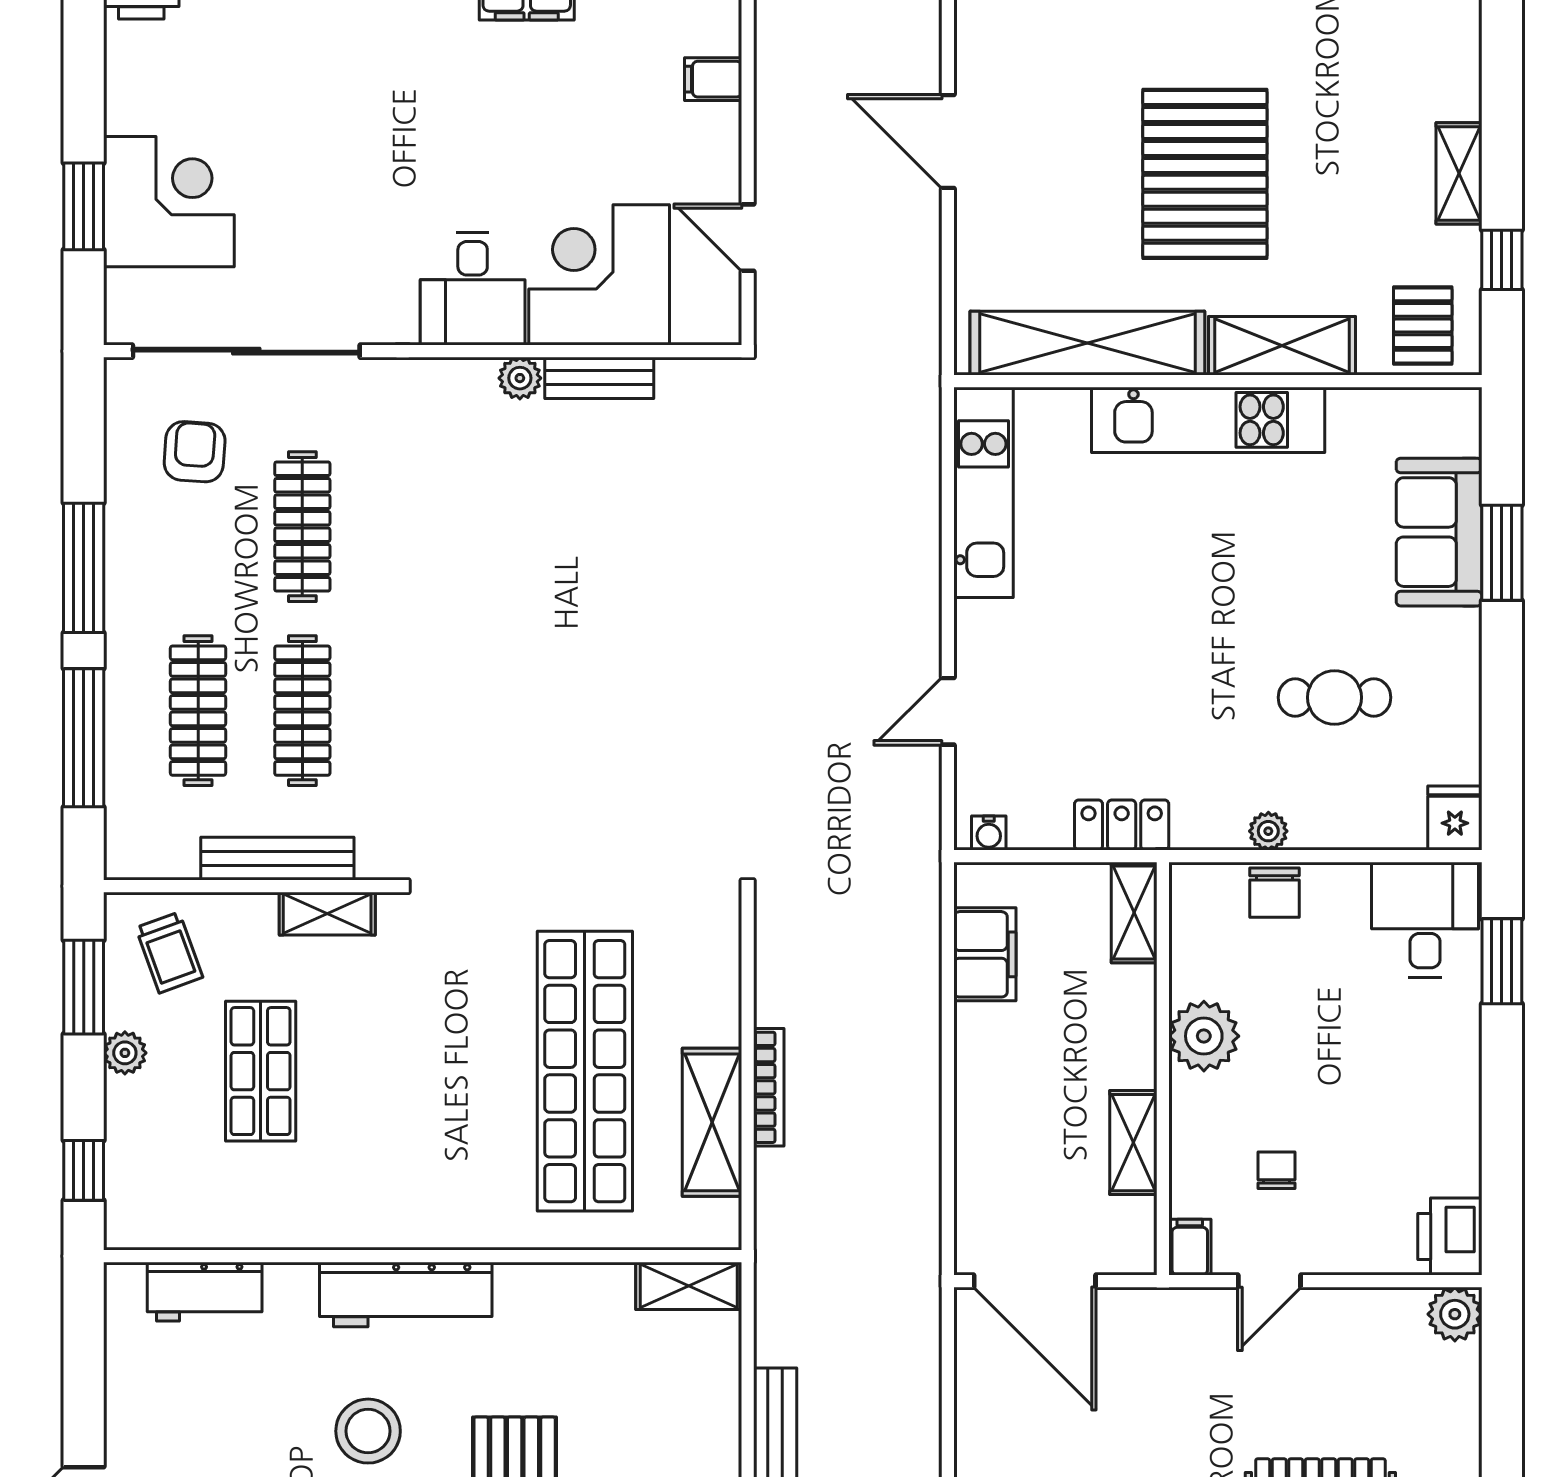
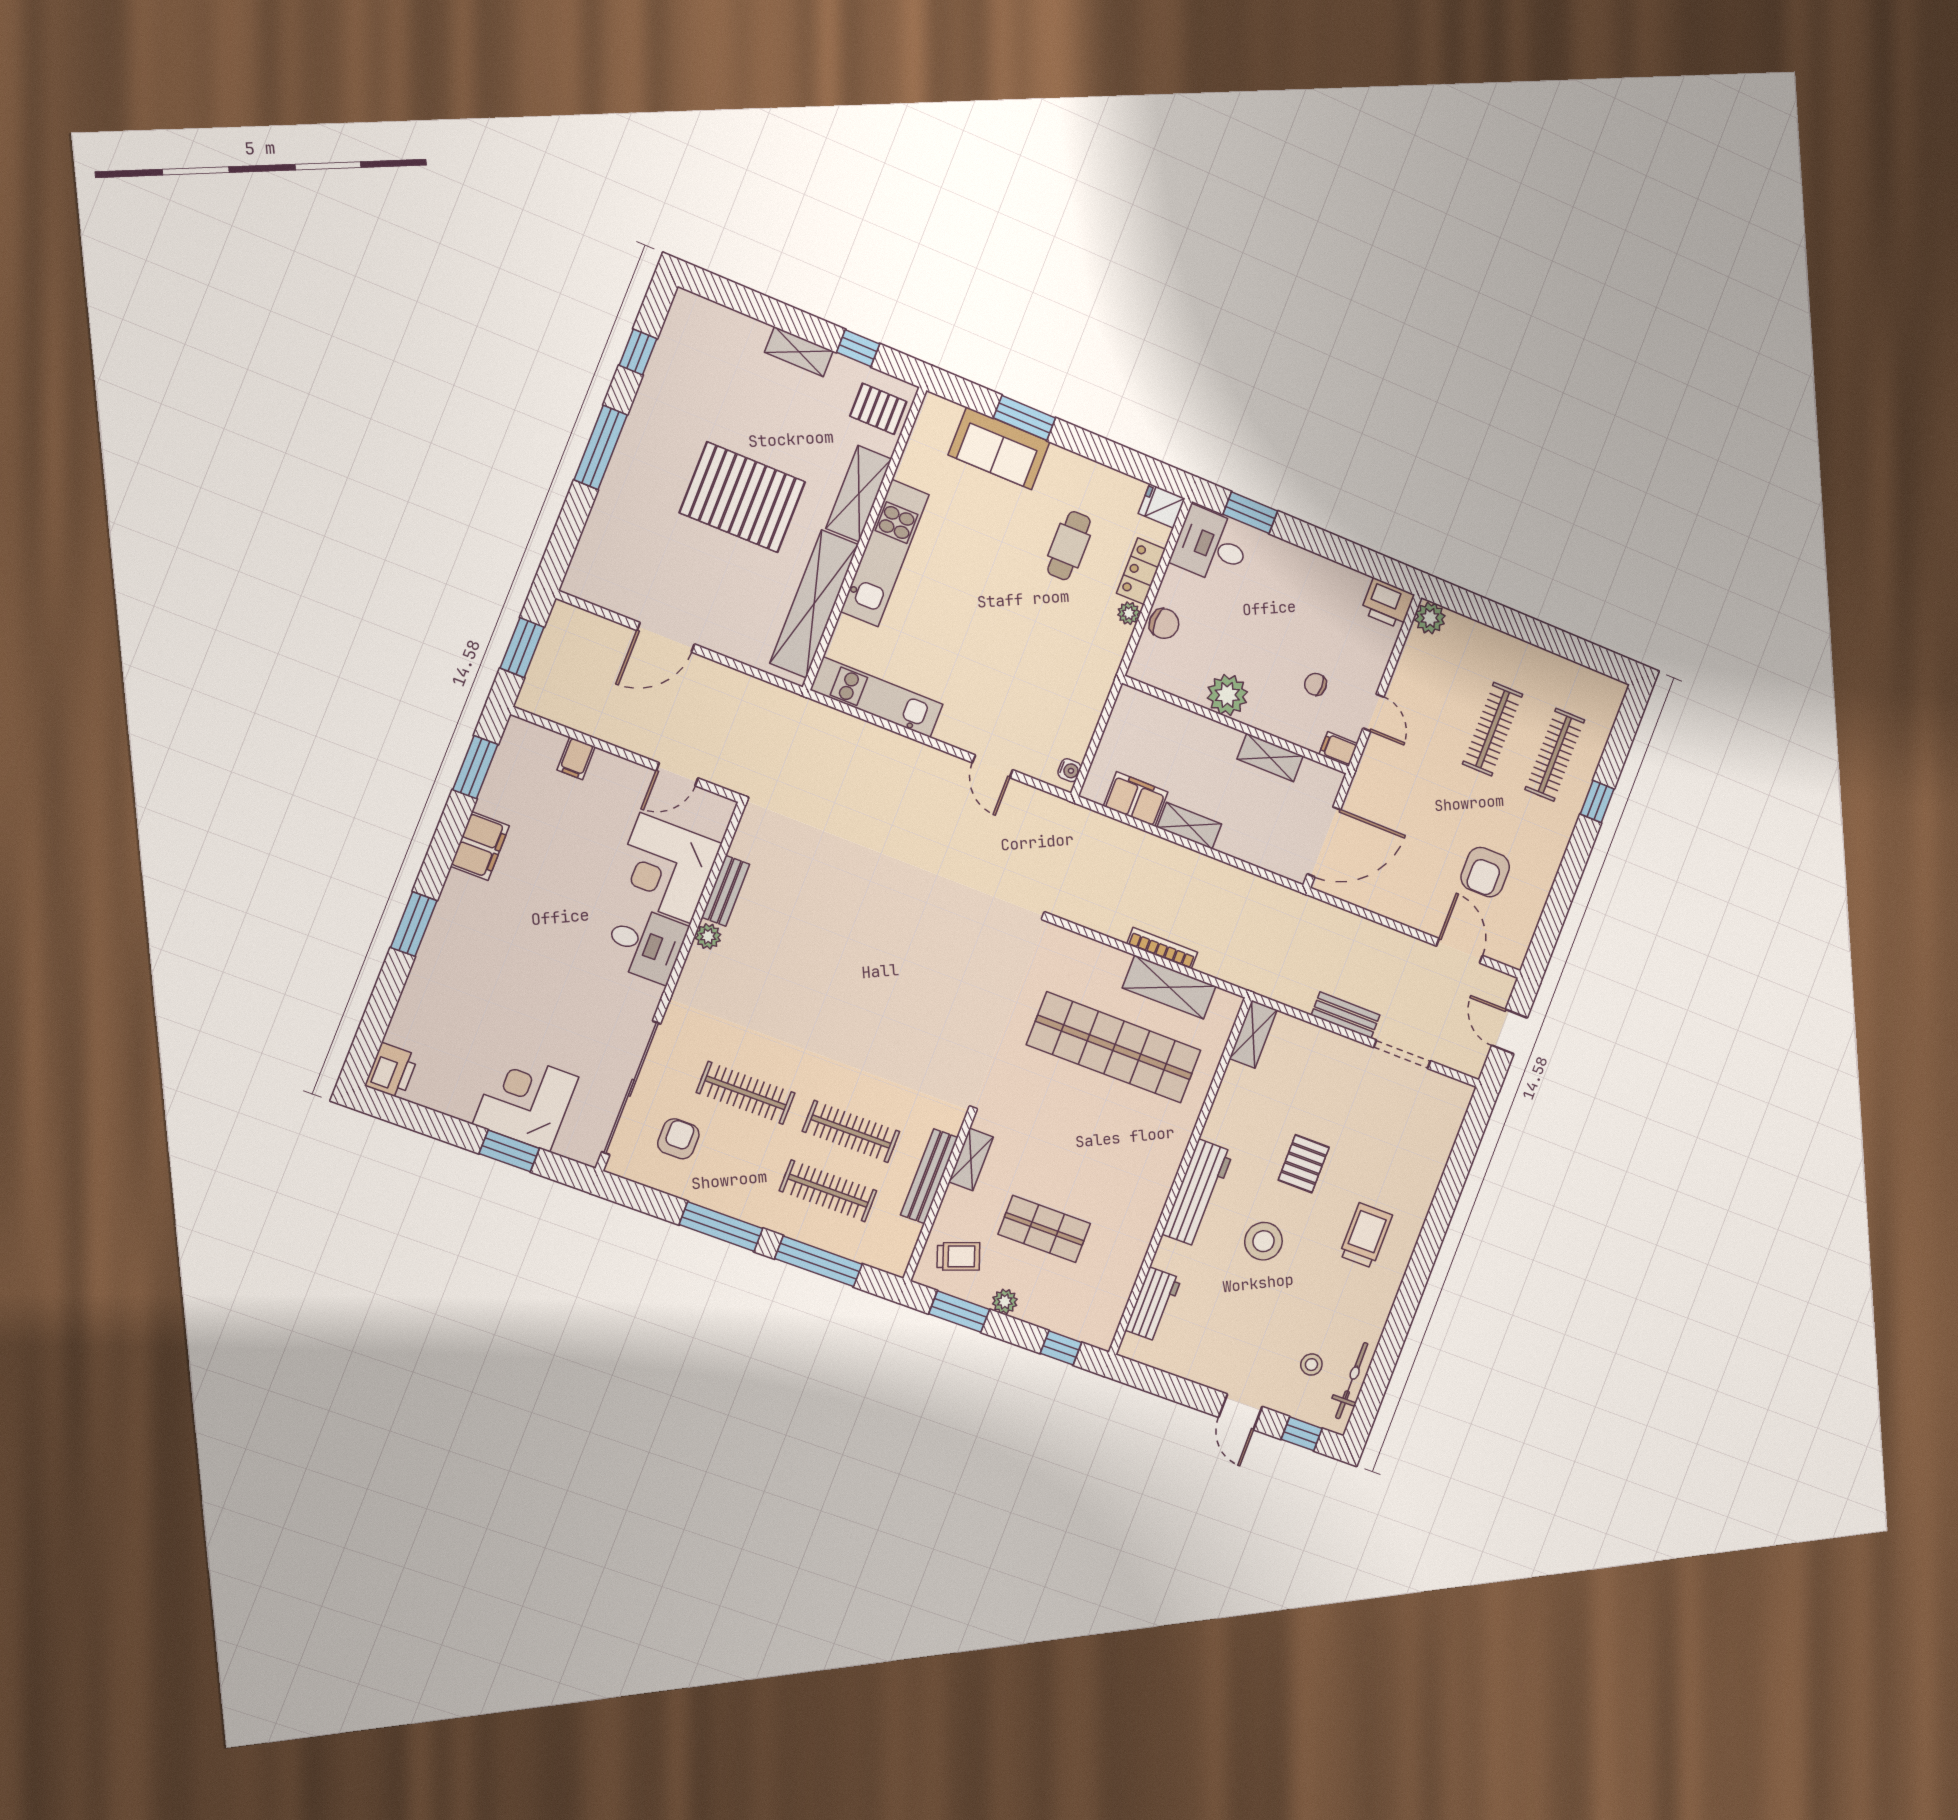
armchair: (195, 452) -> (678, 1139), turned 86
locker: (1122, 825) -> (1141, 571), moved
shelving: (1134, 912) -> (1189, 826), moved

